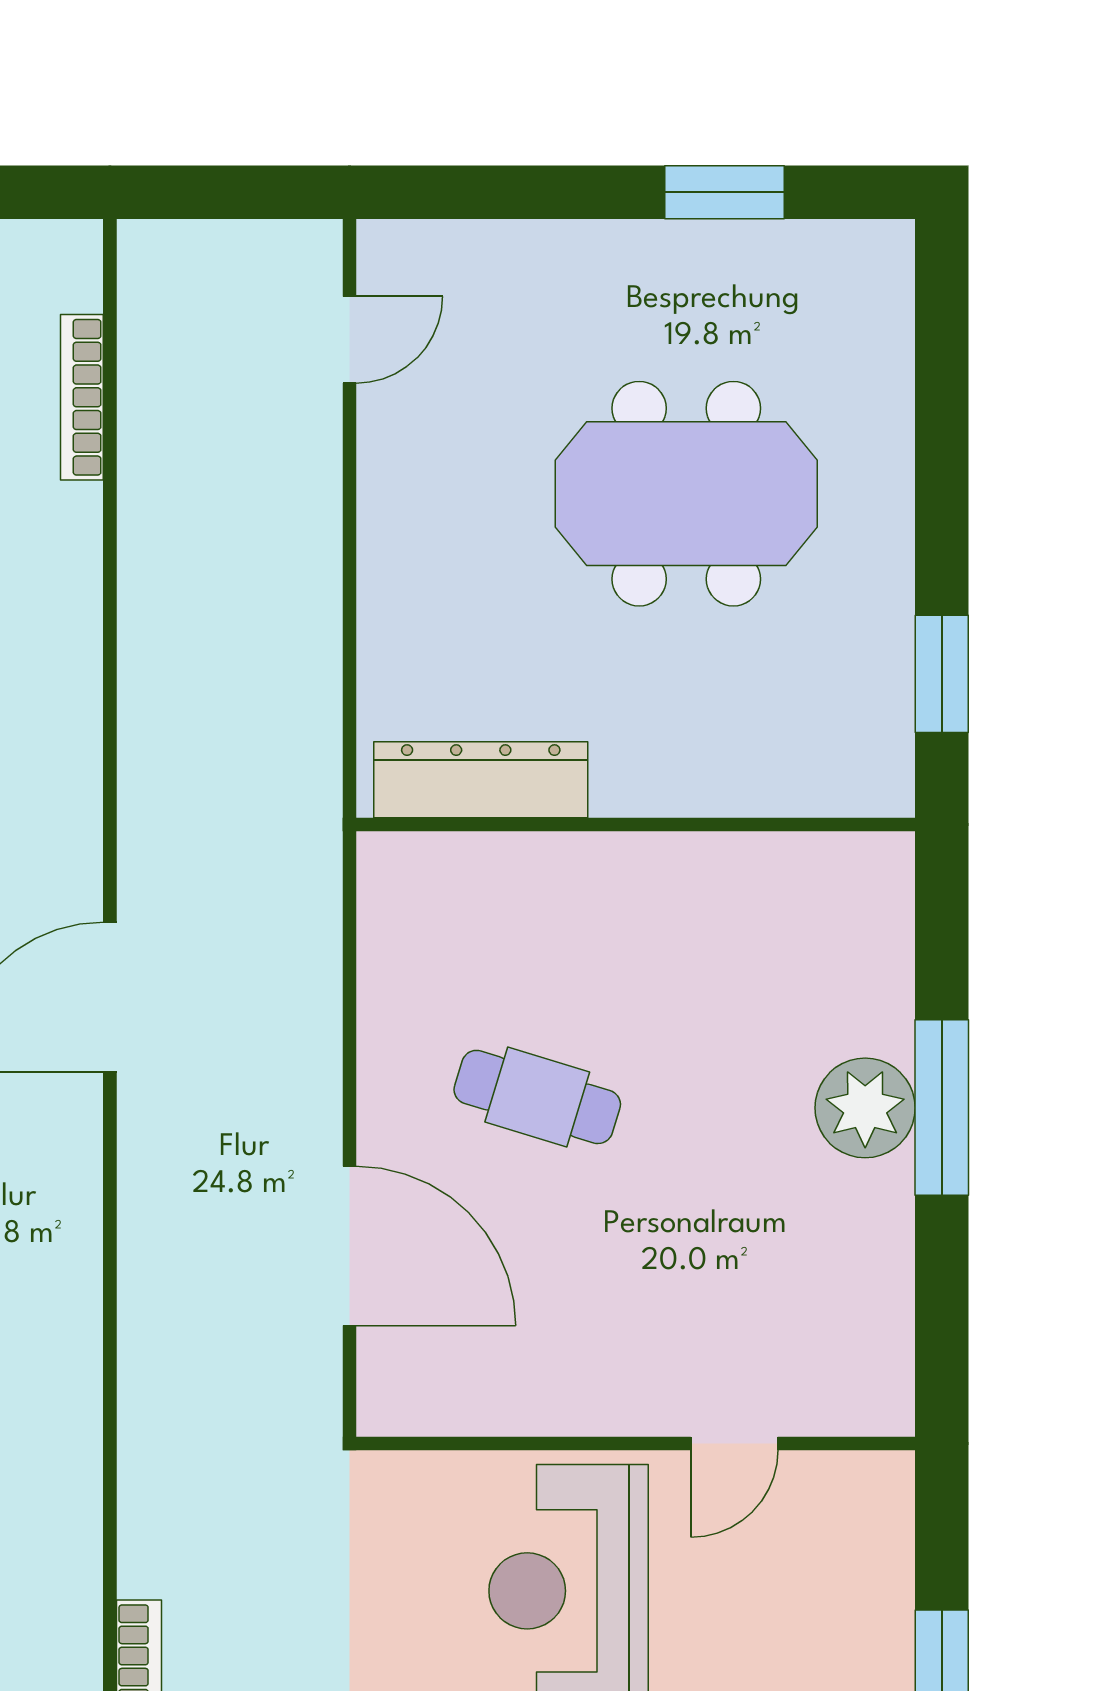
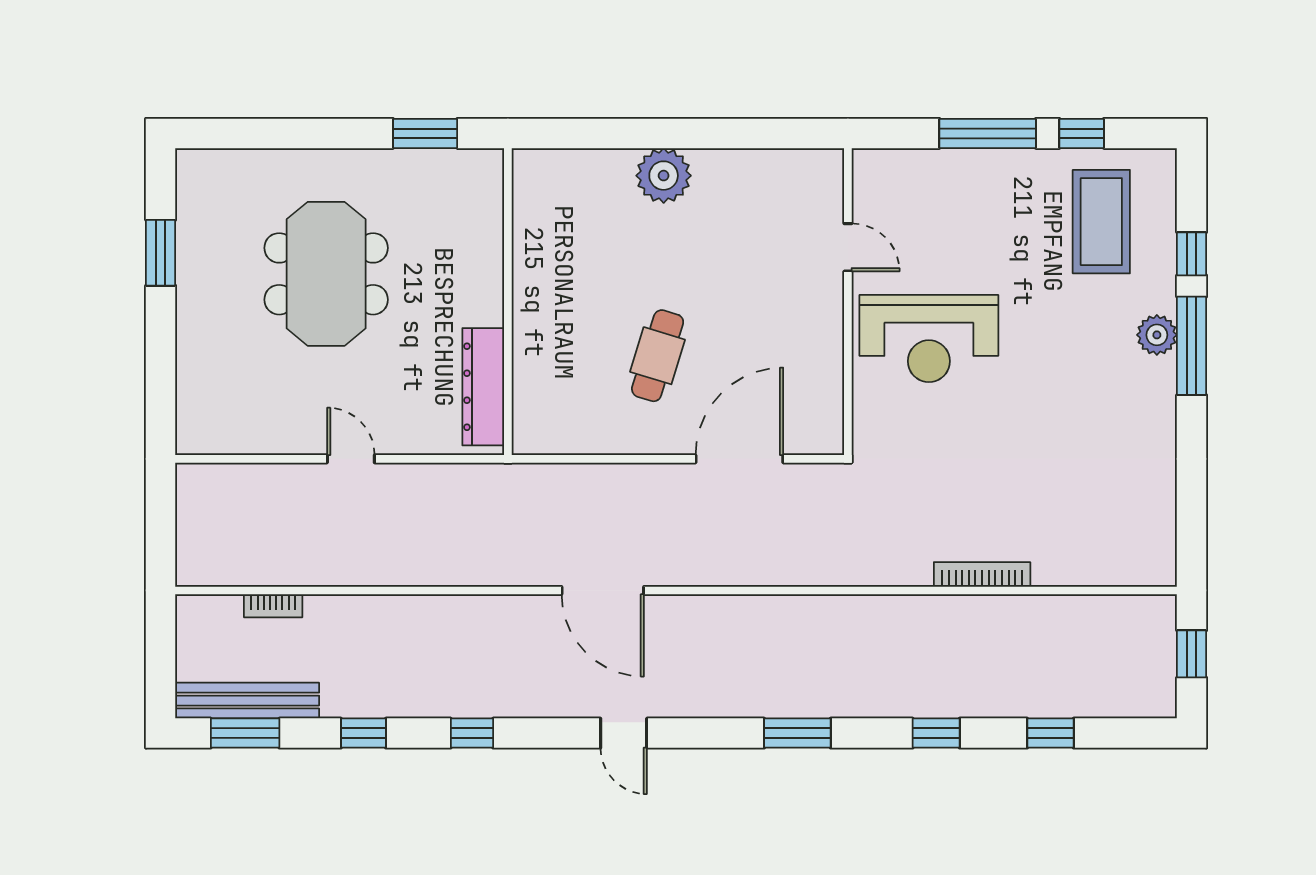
door: (349, 340) -> (351, 459), moved
bookcase: (82, 397) -> (273, 606), width x0.64
window: (942, 1107) -> (663, 133), removed

